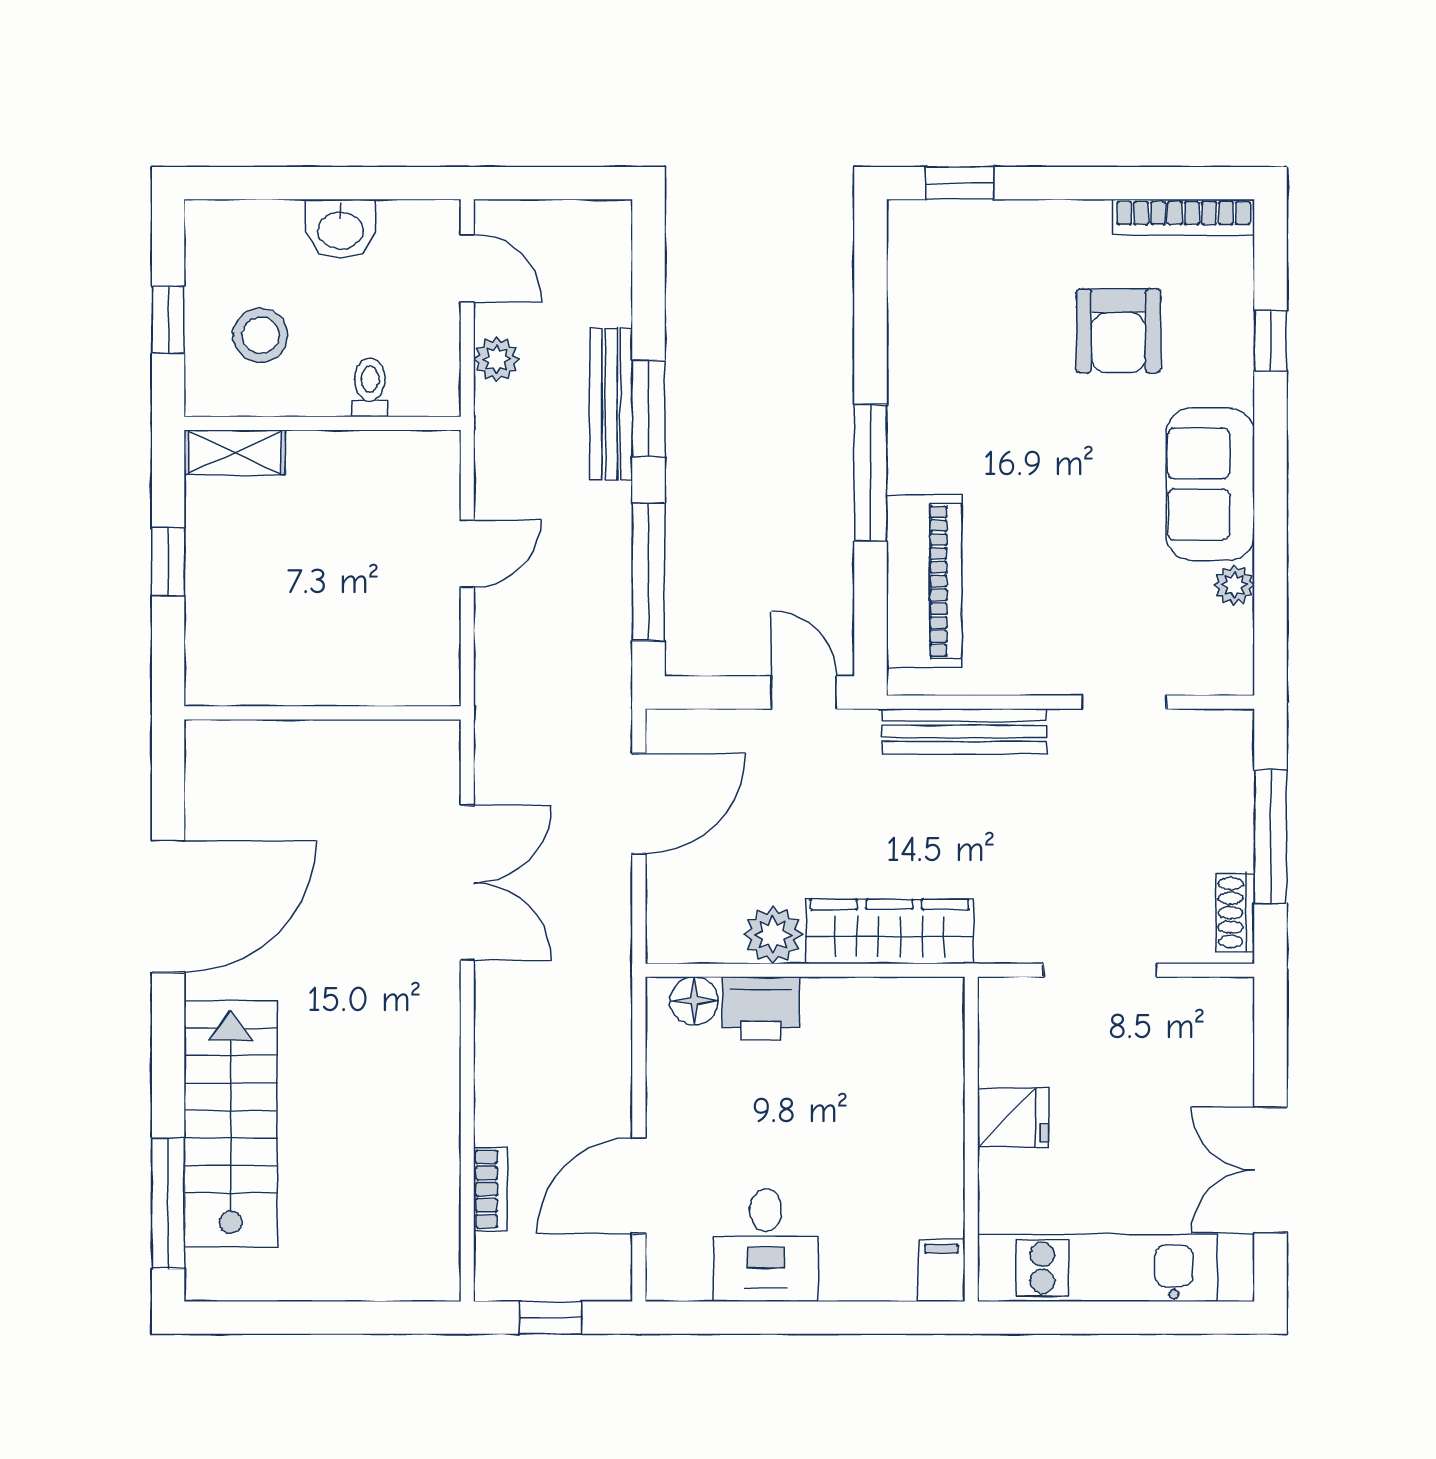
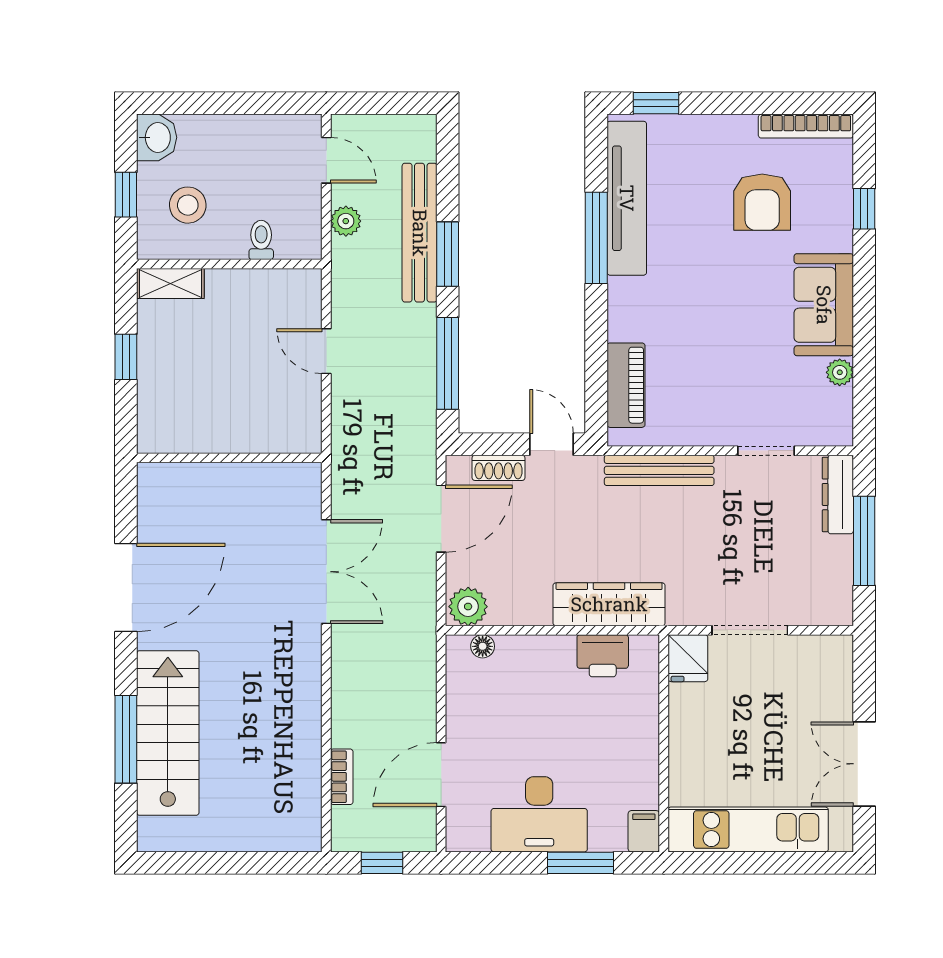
washbasin: (341, 229) -> (157, 137), moved, turned -90
tv unit: (916, 325) -> (627, 198), added
bench: (611, 404) -> (420, 233), width x1.37, depth x1.21
window: (870, 473) -> (596, 238), moved
door: (467, 554) -> (326, 351), swing flipped
piano: (924, 581) -> (626, 385), width x0.73, depth x0.75
dresser: (1231, 767) -> (838, 494), added
shoe rack: (1235, 913) -> (498, 468), moved, turned -90
plant: (773, 935) -> (468, 607), moved
floor lamp: (694, 1001) -> (483, 646), width x0.73, depth x0.73
printer: (761, 1008) -> (603, 656), moved
fridge: (1013, 1118) -> (688, 658), moved, turned 90
window: (168, 1203) -> (126, 739), moved
desk: (766, 1245) -> (539, 814), width x1.37
window: (847, 1318) -> (581, 863), added

